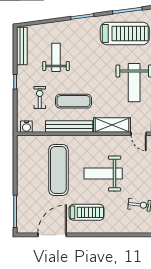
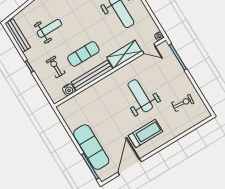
weight bench: (56, 57) -> (49, 28), turned 90
water cooler: (26, 127) -> (69, 90), moved
exercise mat: (58, 170) -> (91, 147), moved
weight bench: (103, 174) -> (140, 96), turned 90

